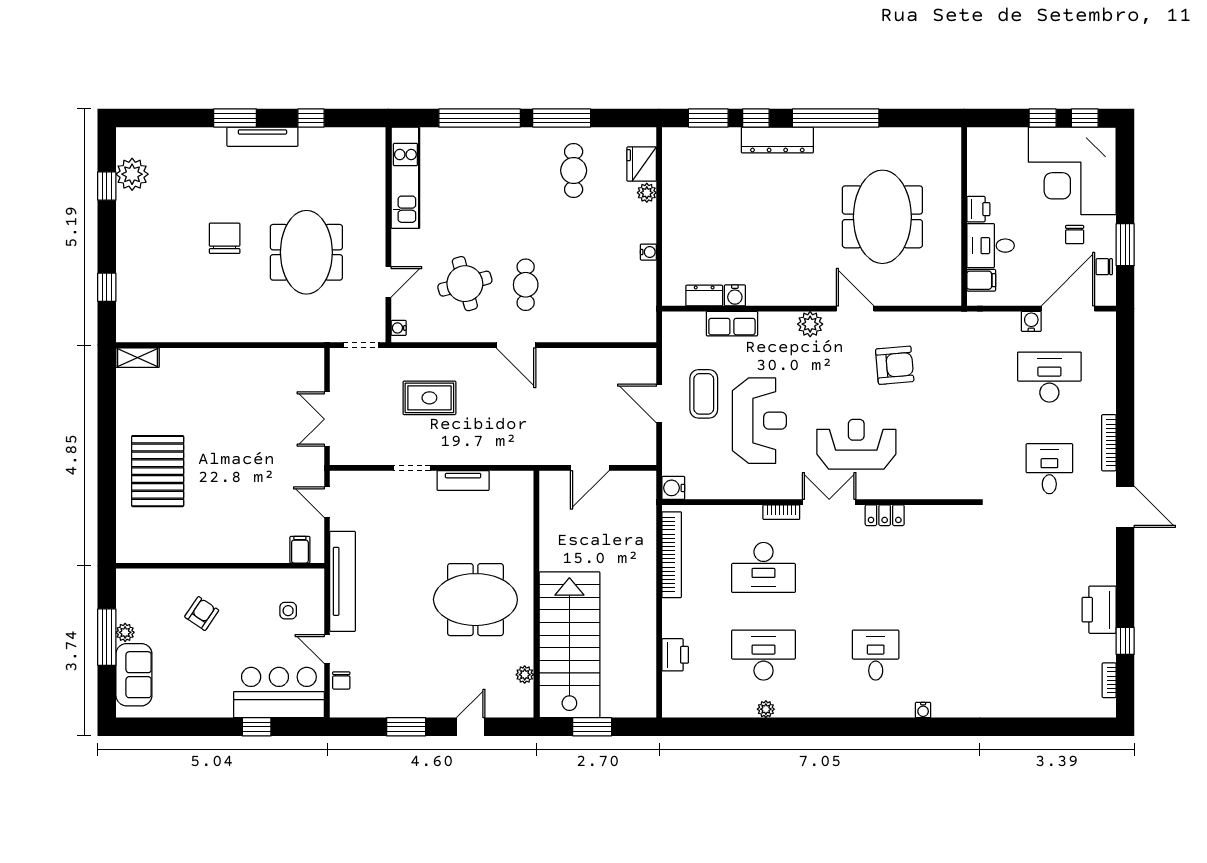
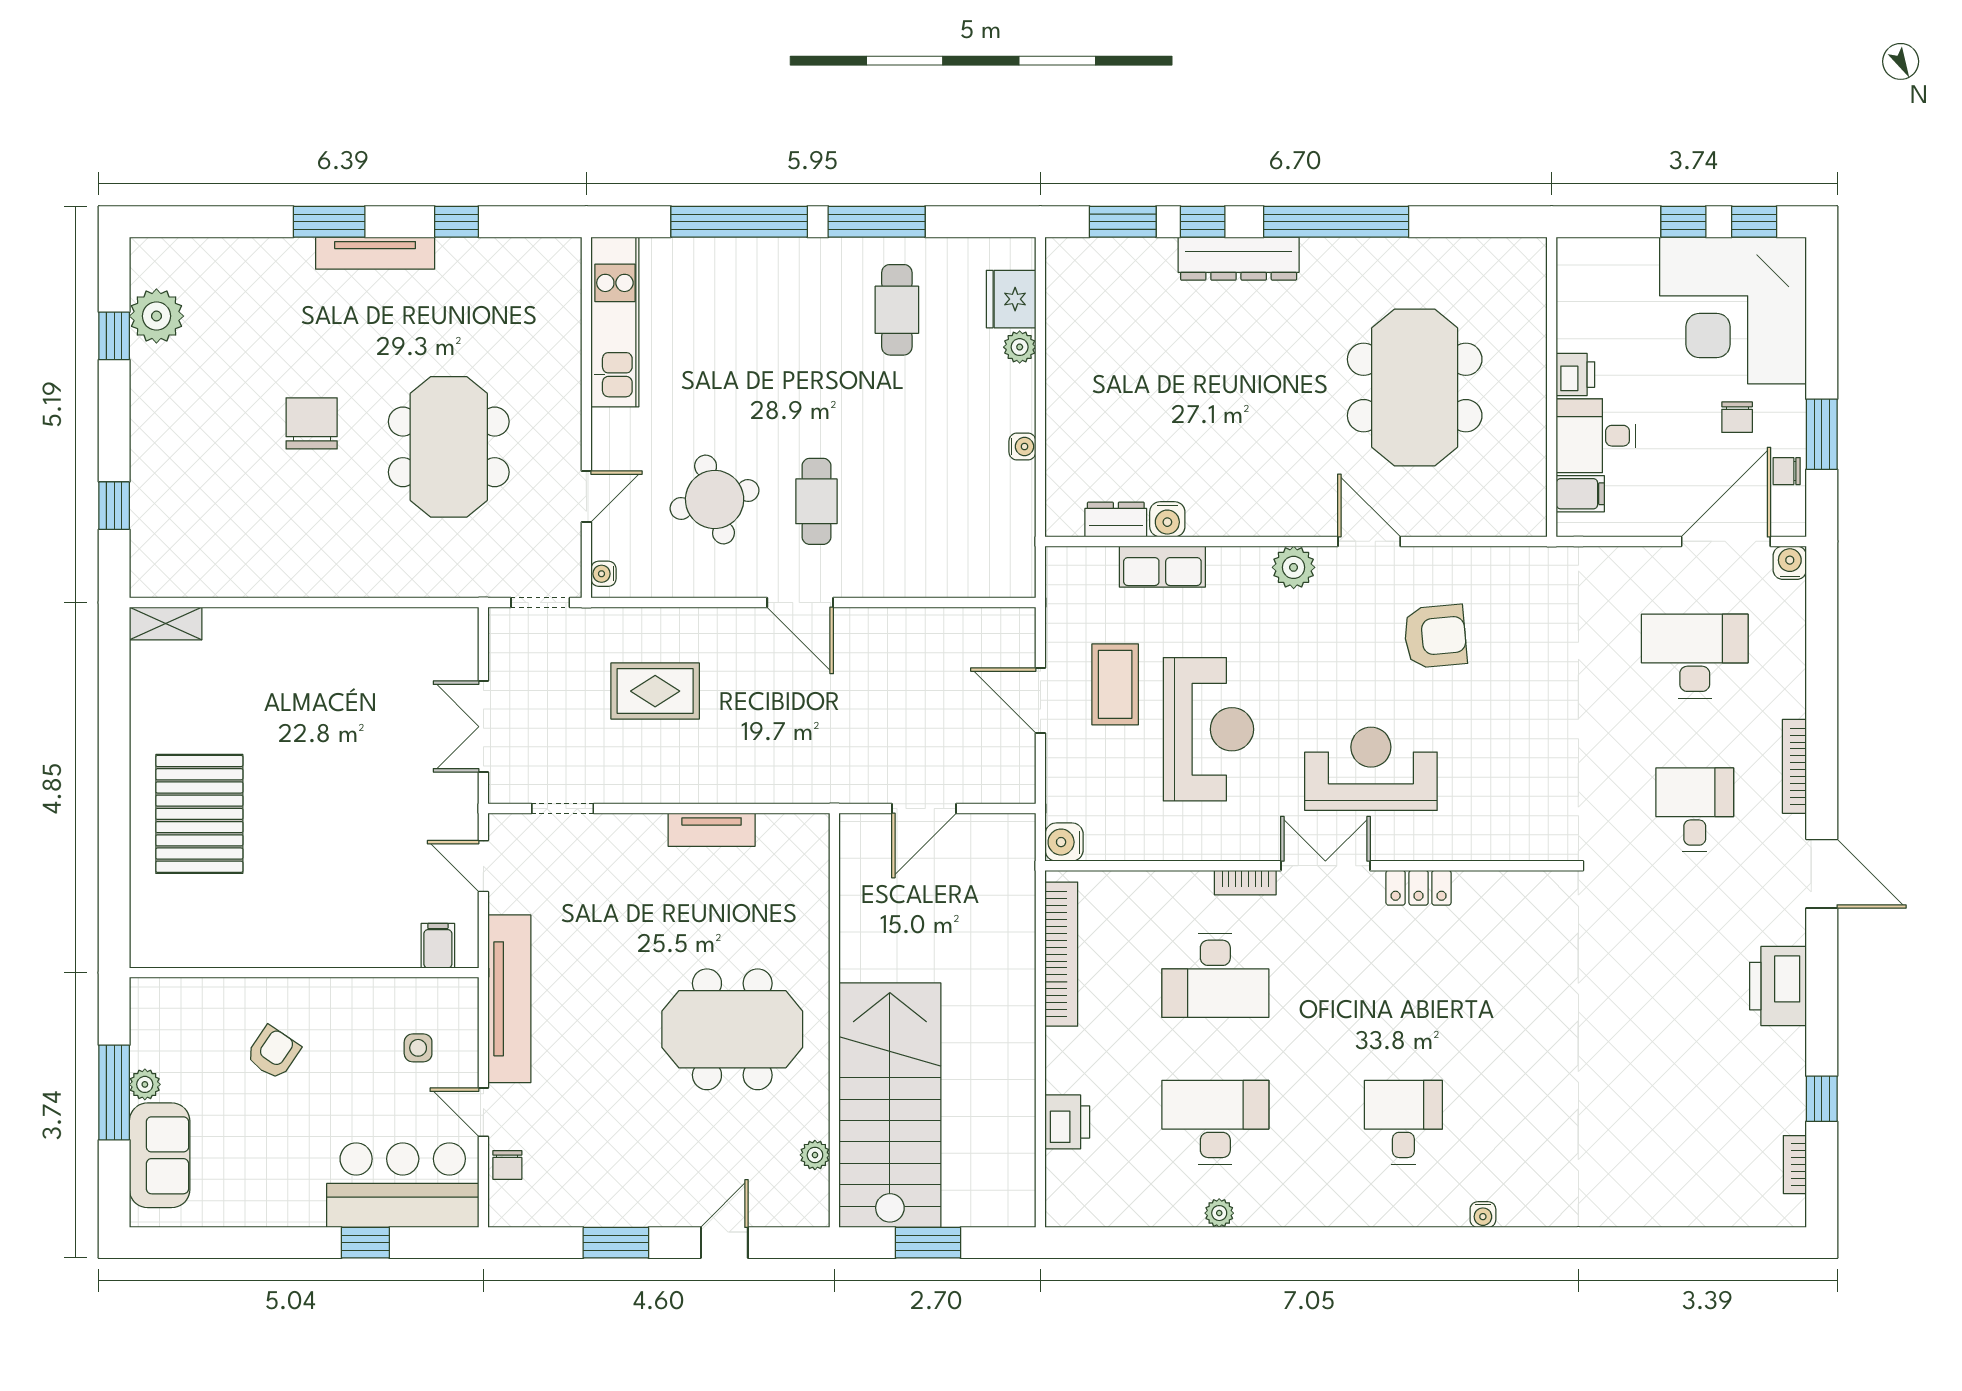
water cooler: (1031, 321) -> (1790, 563), moved
doorway: (412, 468) -> (563, 809), moved
printer: (1099, 610) -> (1778, 986), moved

